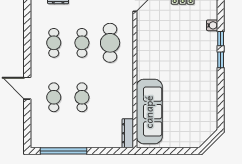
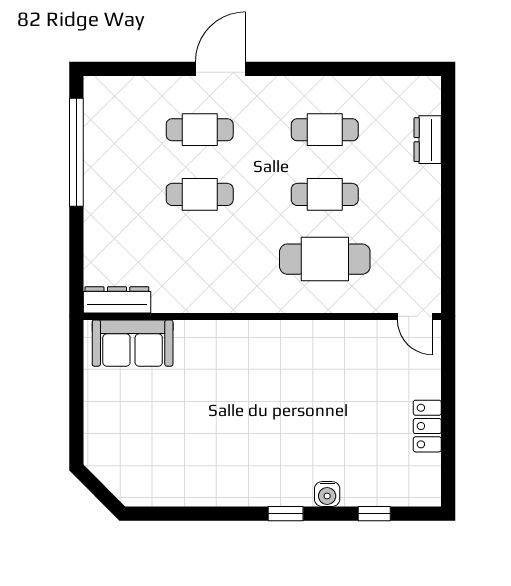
water cooler: (212, 25) -> (327, 494), moved
window: (221, 39) -> (374, 514), moved
sofa: (149, 112) -> (133, 343), width x0.54, depth x0.79

